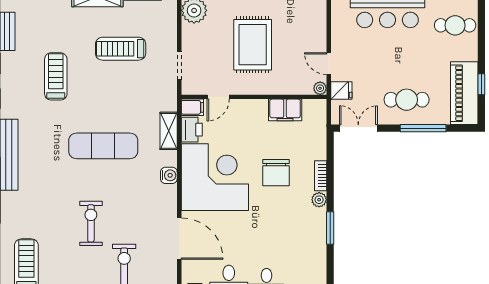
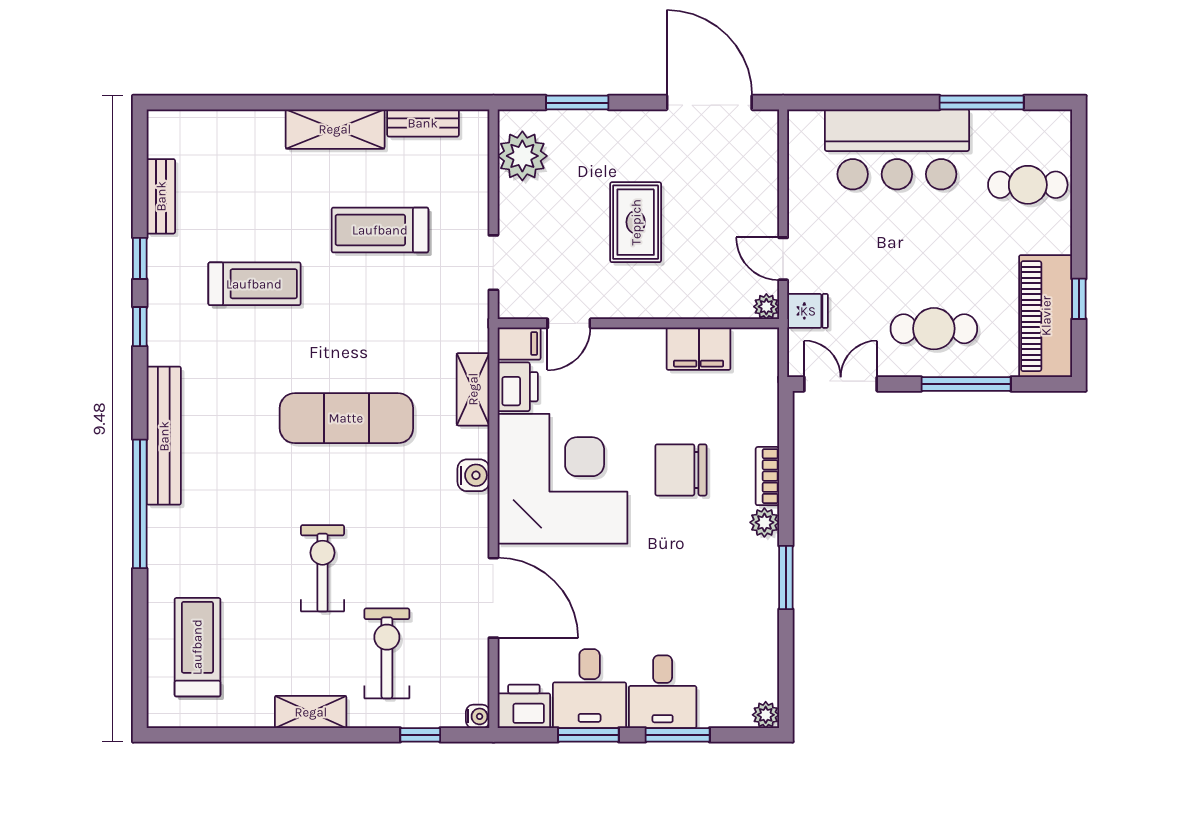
rug: (253, 45) -> (636, 222), width x0.73, depth x0.70
treadmill: (56, 76) -> (254, 284), turned 90
chair: (276, 173) -> (681, 470), turned 90

